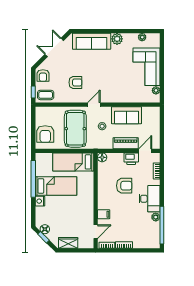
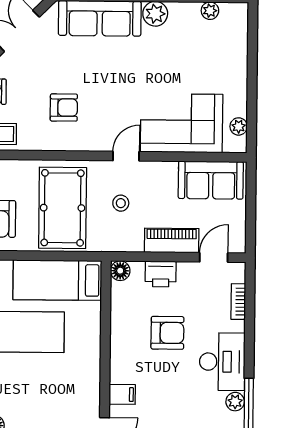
corner sofa: (146, 67) -> (182, 123), moved, turned 90
door: (94, 105) -> (126, 156), moved
sofa: (126, 115) -> (211, 180), moved
printer: (131, 159) -> (161, 274), moved

